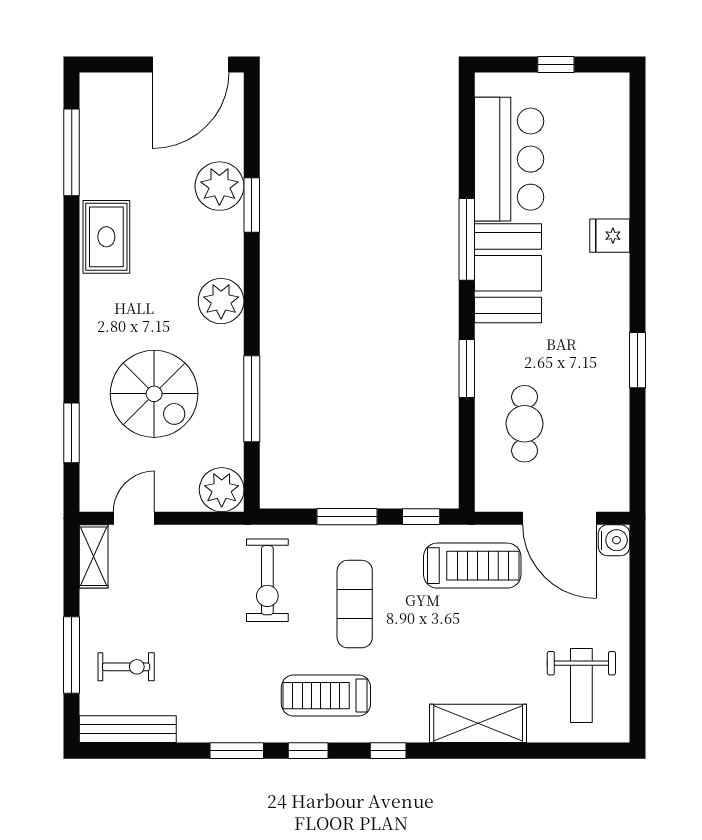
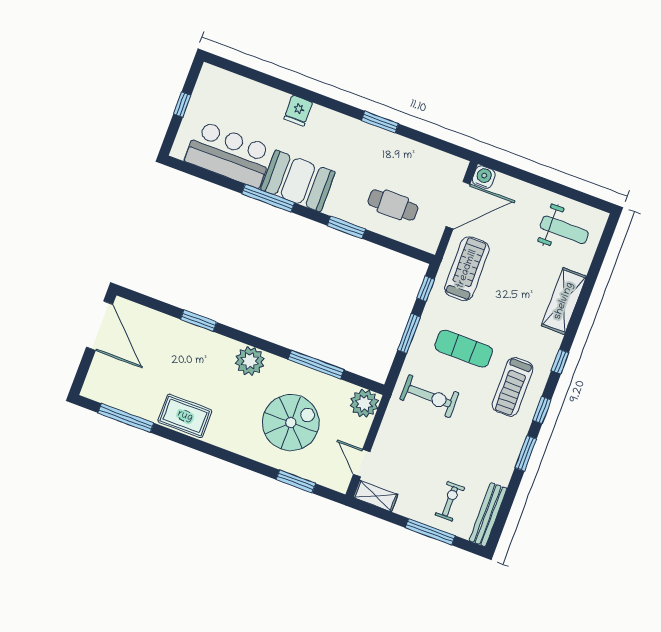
plant: (219, 186) -> (180, 336), removed

